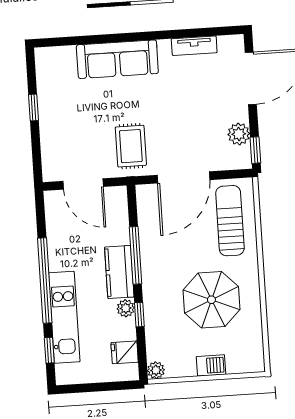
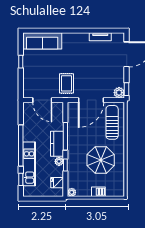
sofa: (117, 59) -> (42, 41), moved
plant: (239, 134) -> (119, 93), moved

